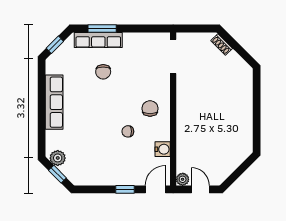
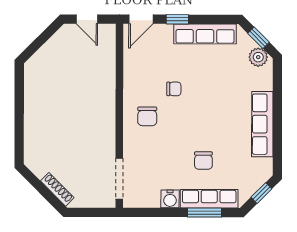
shoe rack: (222, 44) -> (57, 189), width x1.43
chair: (103, 72) -> (203, 161), turned 180
water cooler: (163, 149) -> (170, 199), moved, turned -90
row of seats: (102, 177) -> (205, 34), added
plant: (183, 179) -> (108, 31), removed

